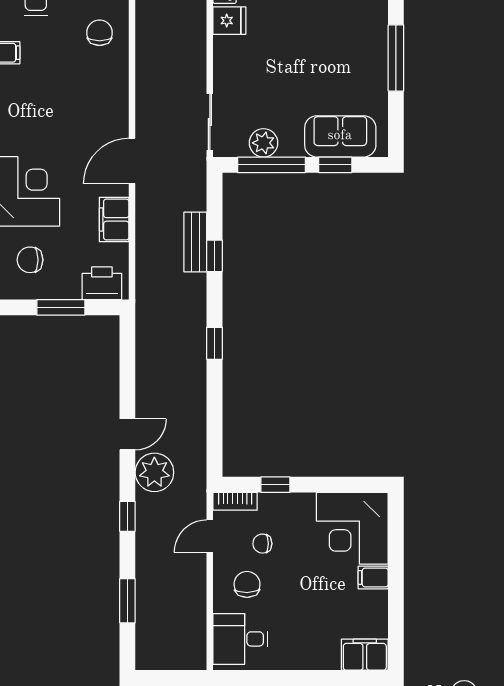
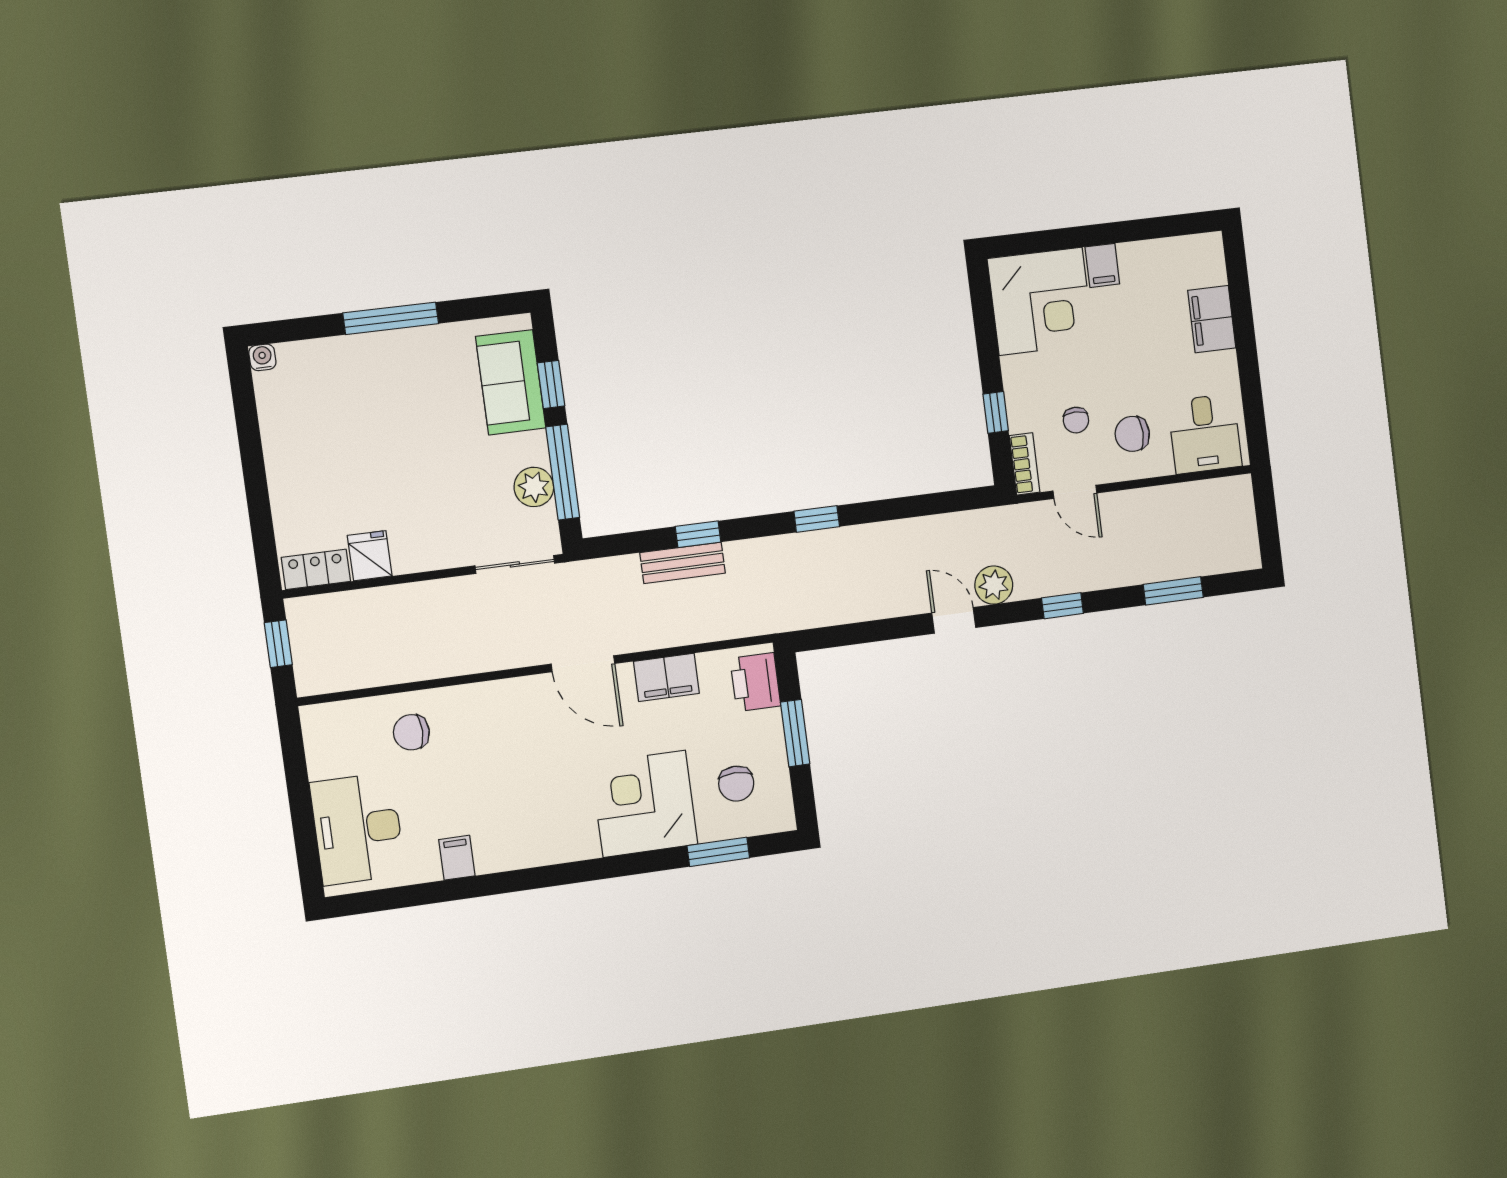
plant: (154, 472) -> (994, 585), width x0.73, depth x0.73
filing cabinet: (365, 655) -> (1212, 319), moved

